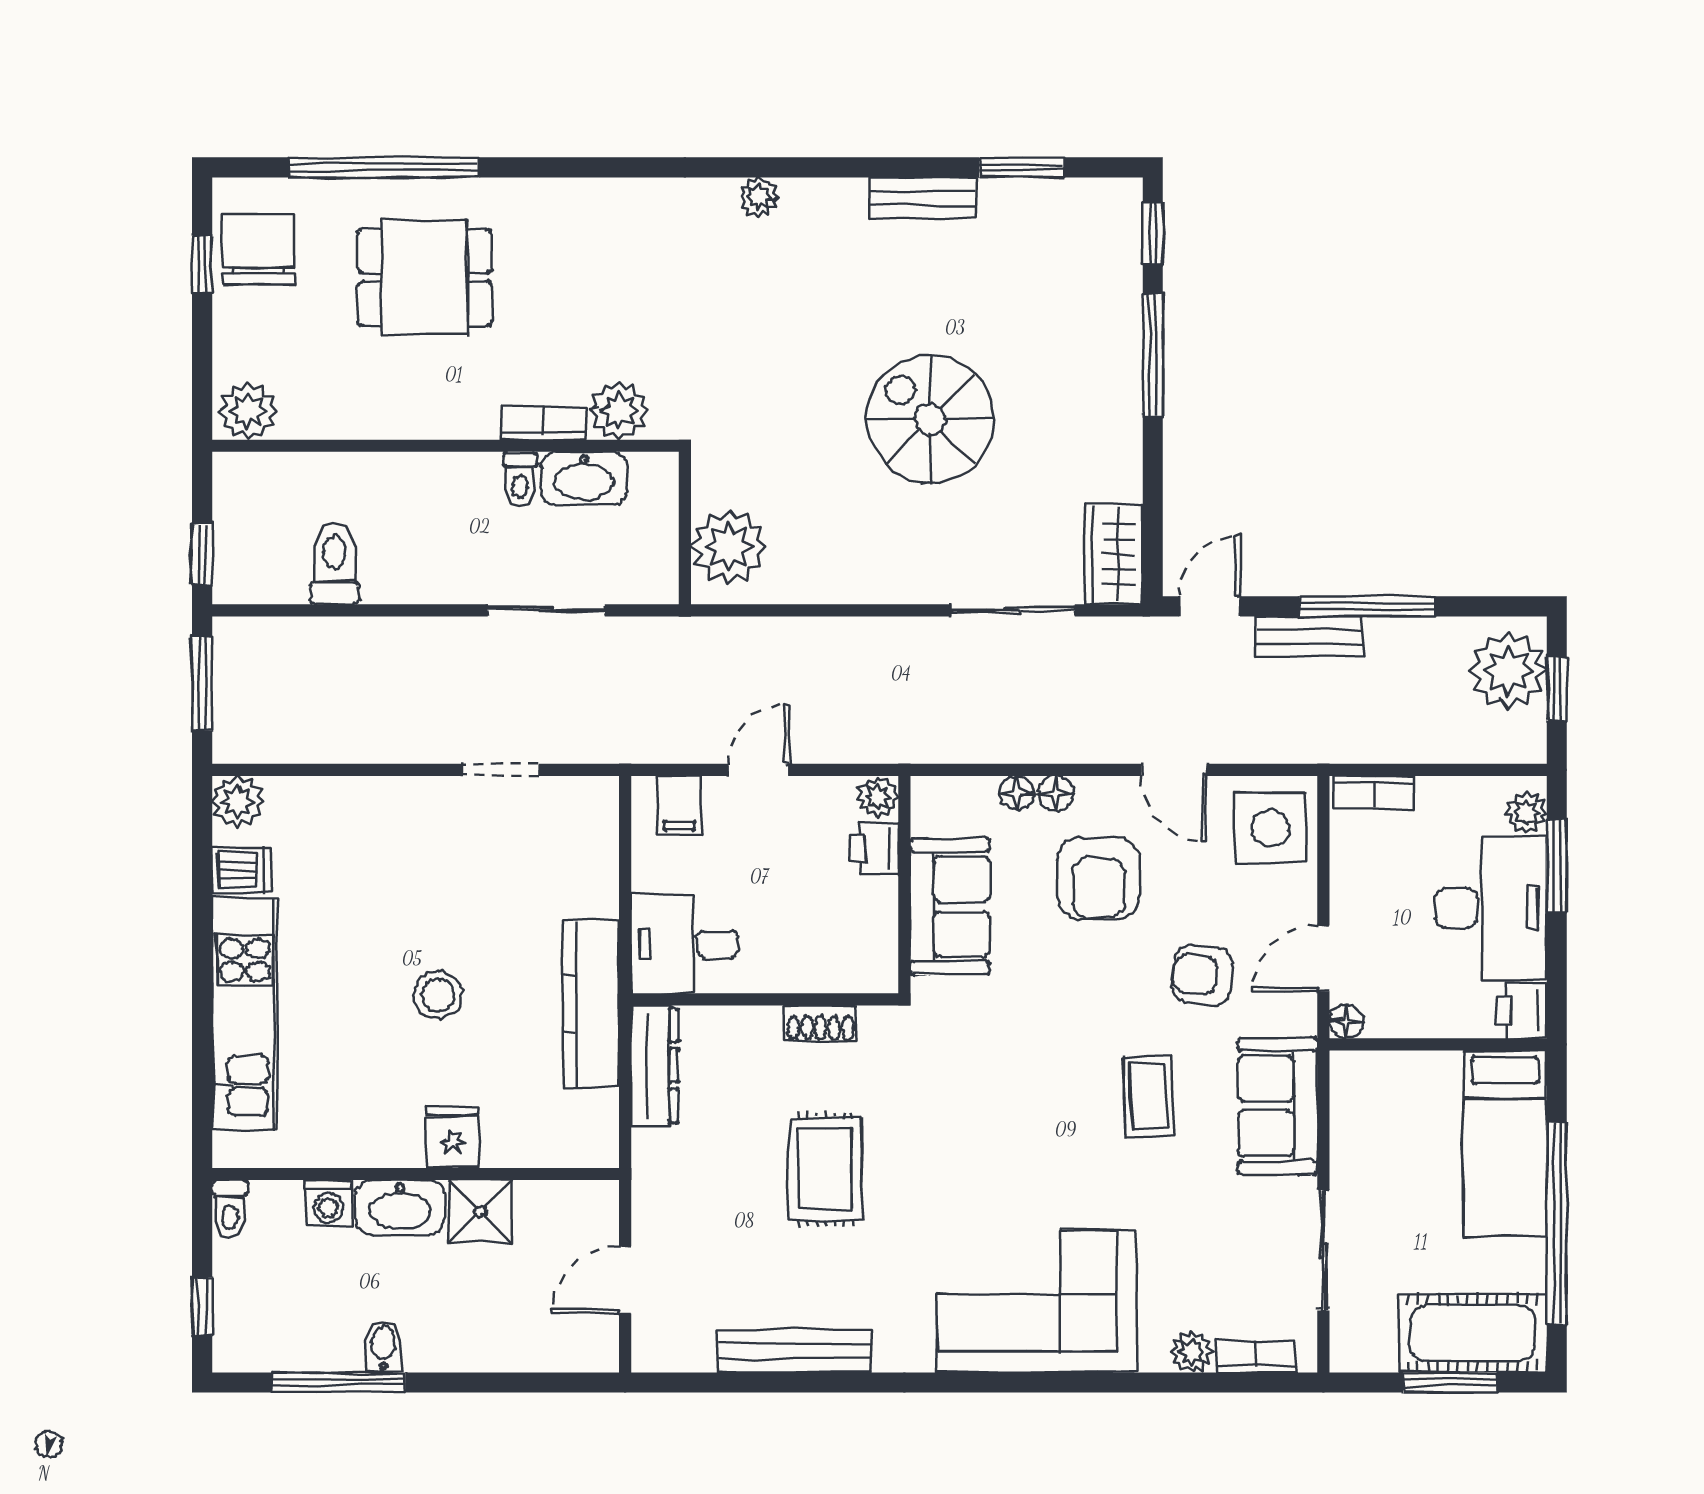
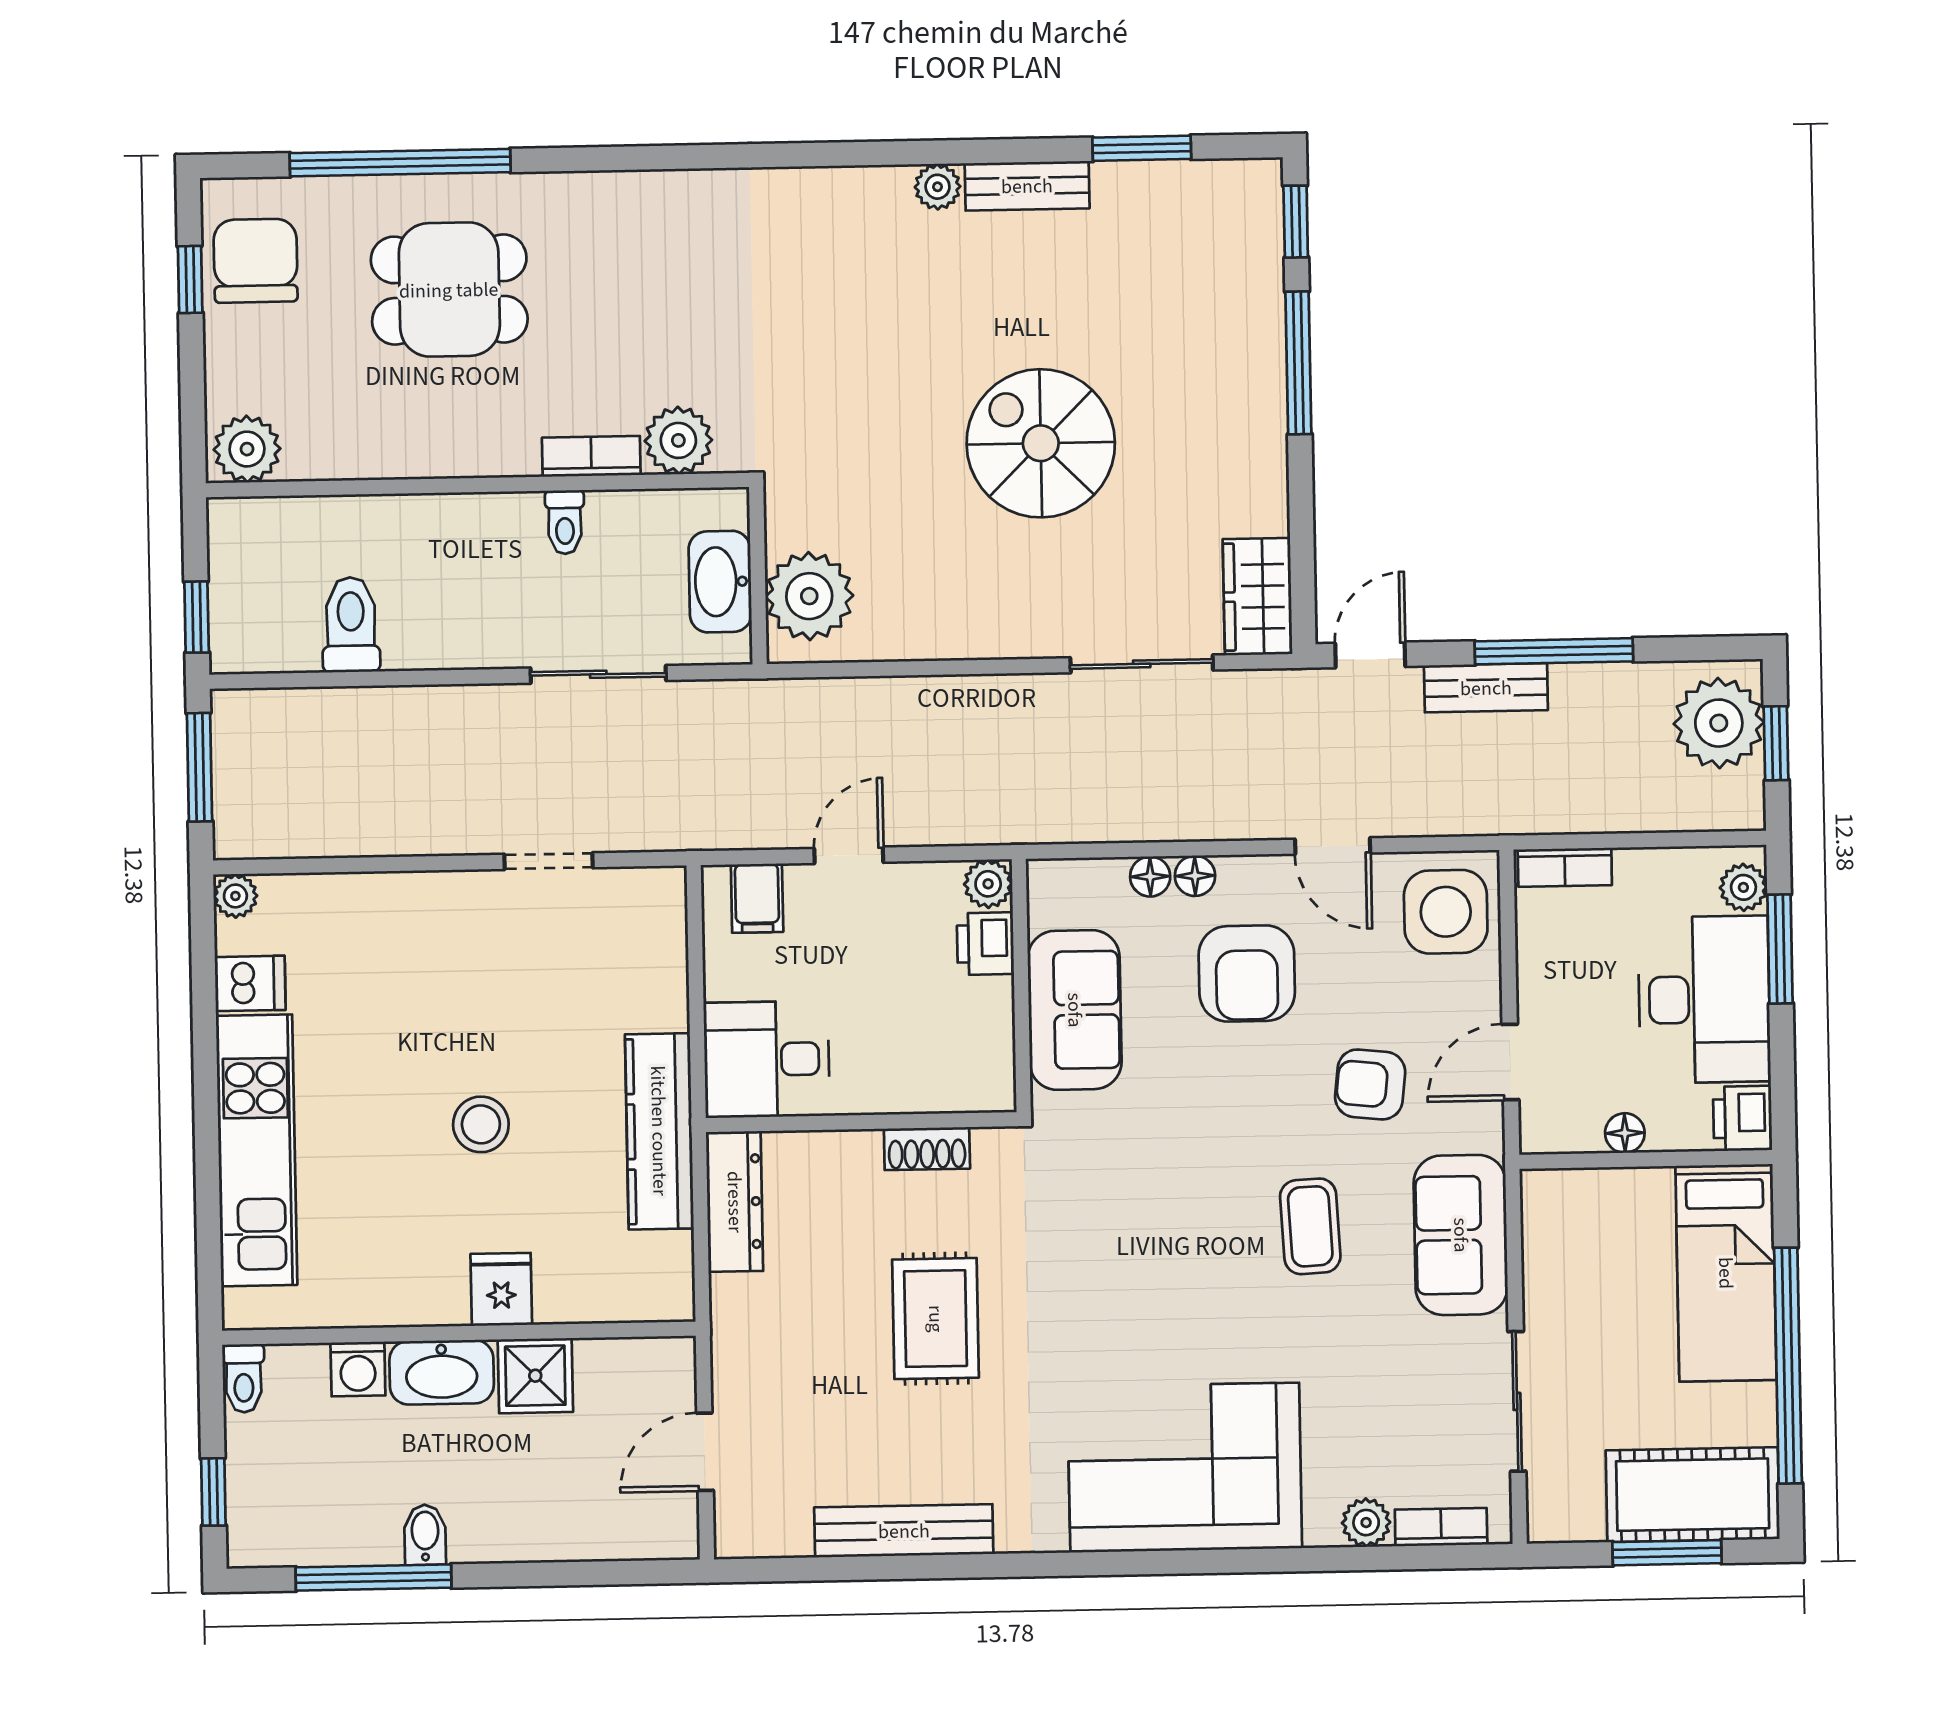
plant: (759, 197) -> (938, 187), moved
washbasin: (584, 478) -> (720, 582), moved, turned 90
plant: (238, 802) -> (235, 896), width x0.73, depth x0.73
floor lamp: (1346, 1021) -> (1625, 1133), moved

